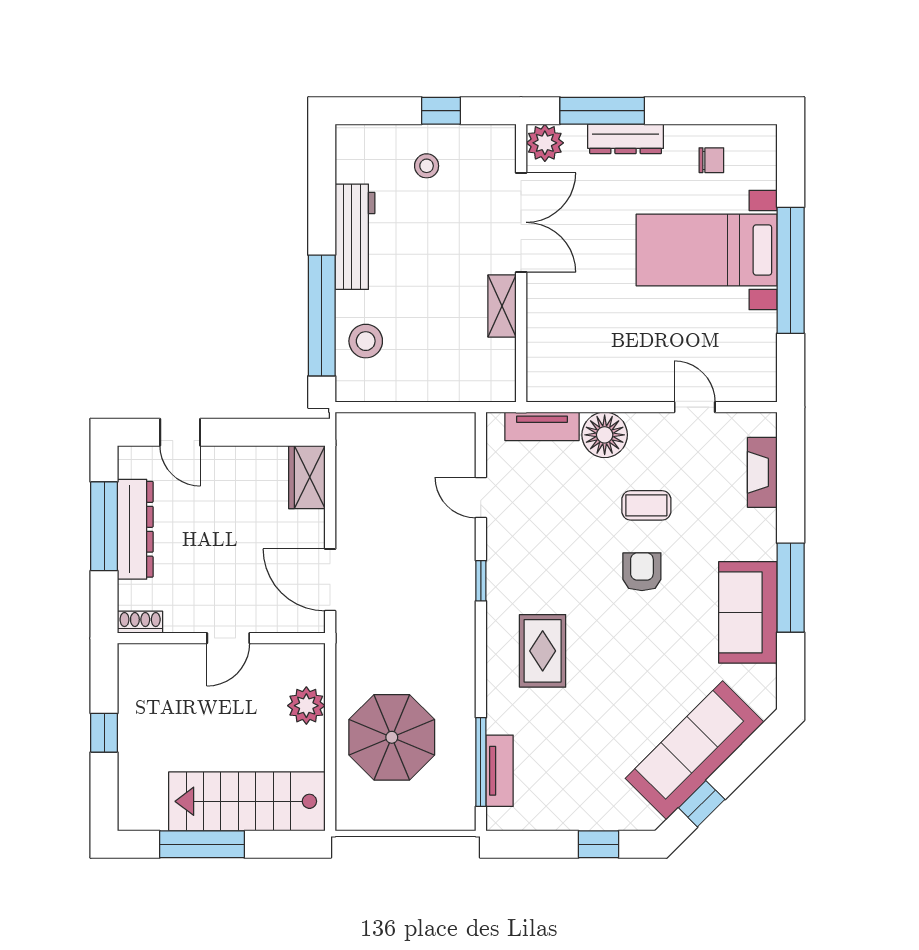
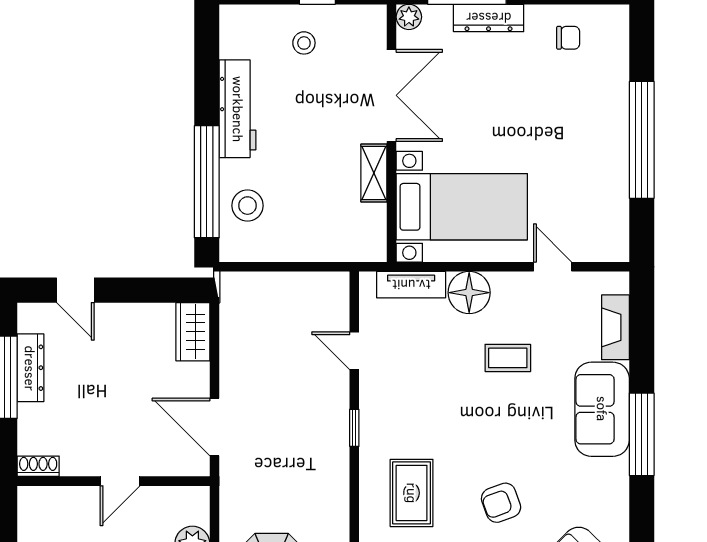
plant: (545, 143) -> (409, 17), width x0.73, depth x0.73
bed with nightstands: (707, 250) -> (462, 207), moved, turned 180
dresser: (135, 529) -> (30, 368), width x0.73, depth x0.80
armchair: (642, 572) -> (501, 503), moved, turned -110
sofa: (748, 612) -> (602, 409), moved

